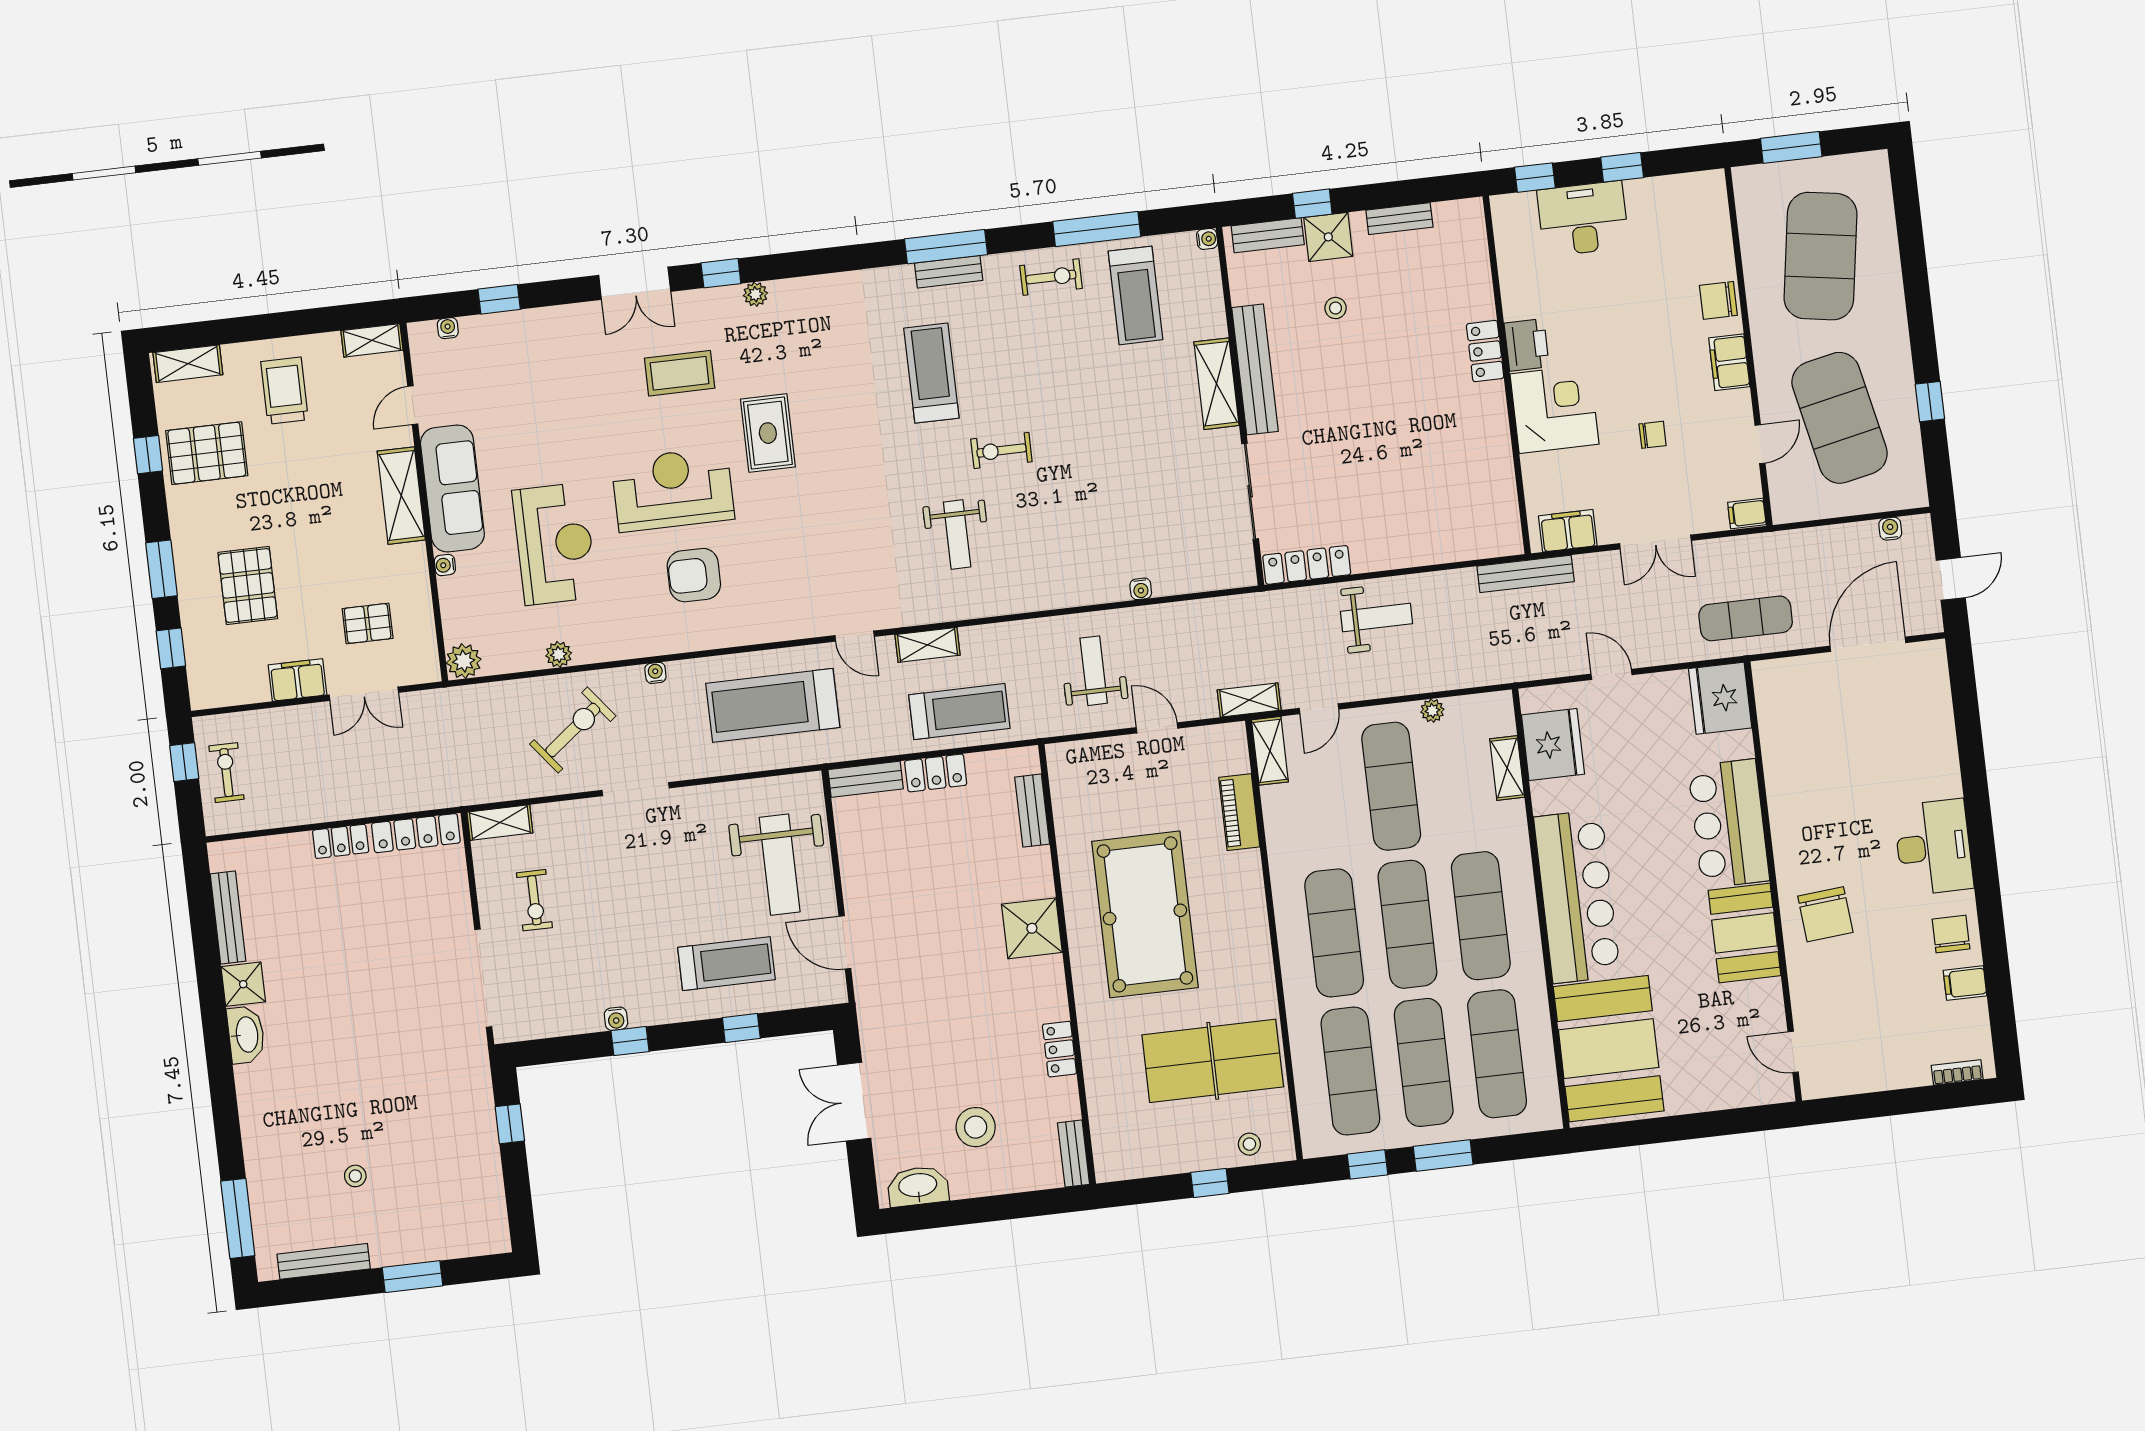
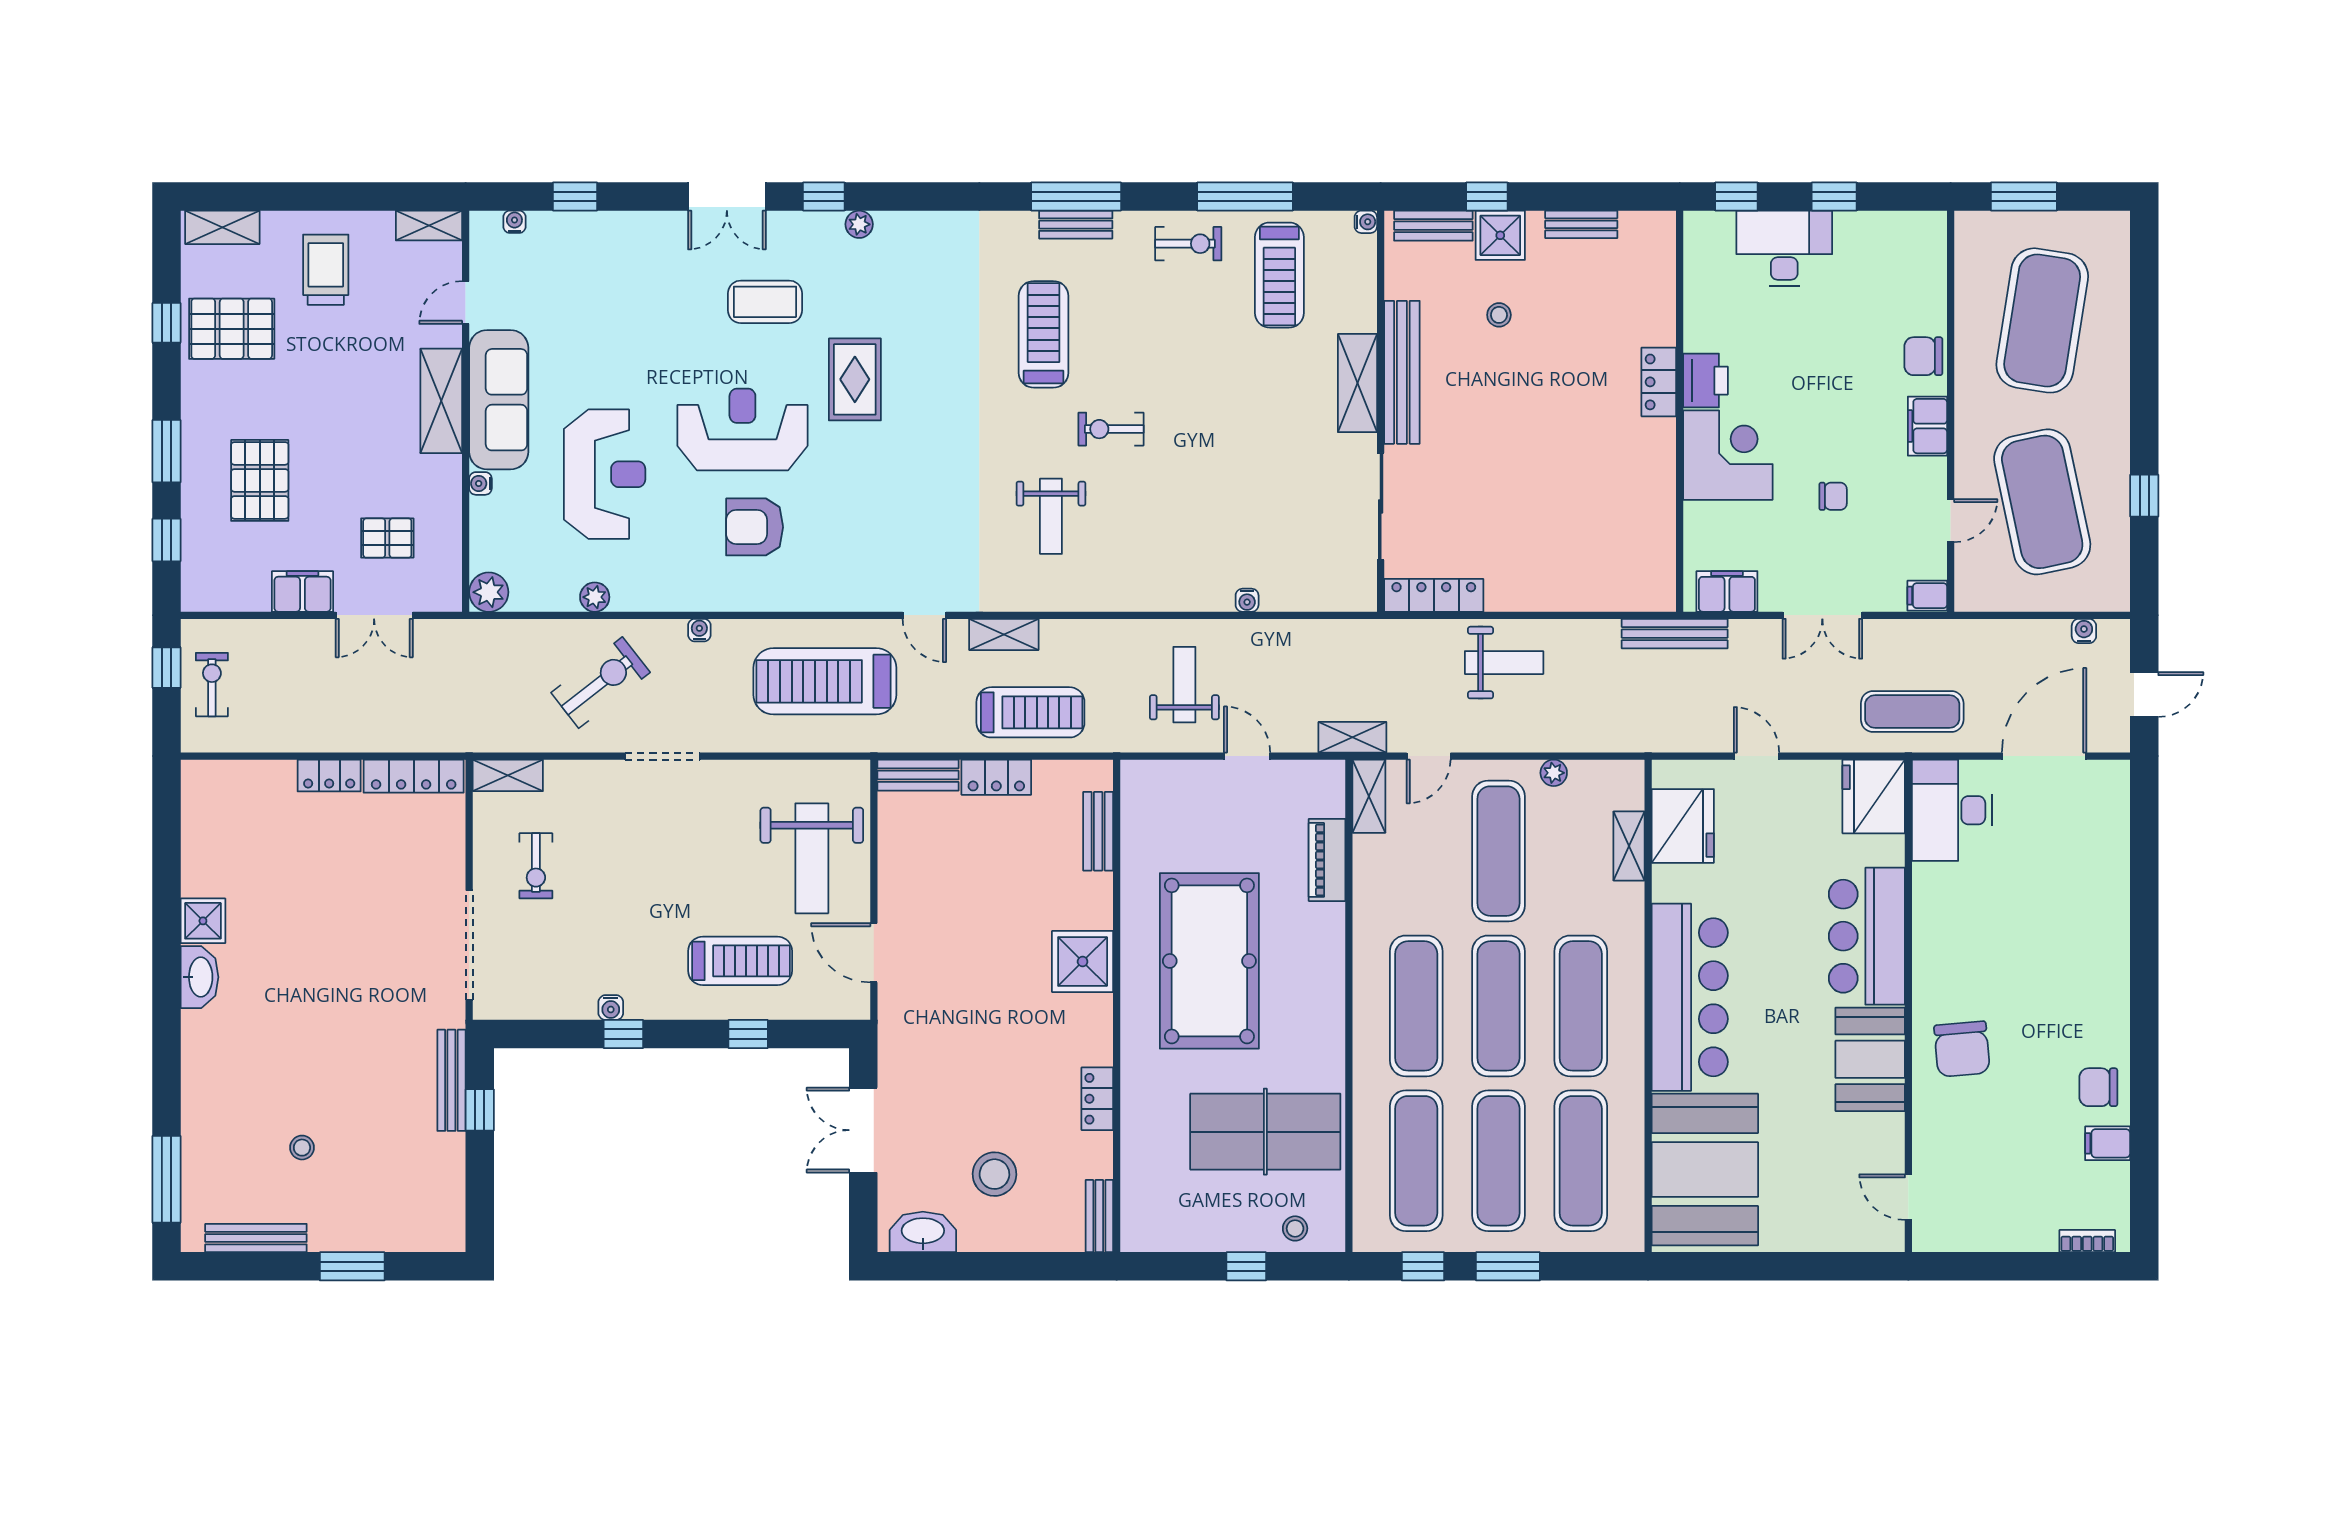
desk: (1933, 847) -> (1952, 810), moved, turned 180
bench: (228, 917) -> (451, 1080), moved
chair: (1951, 934) -> (2098, 1087), turned -90

